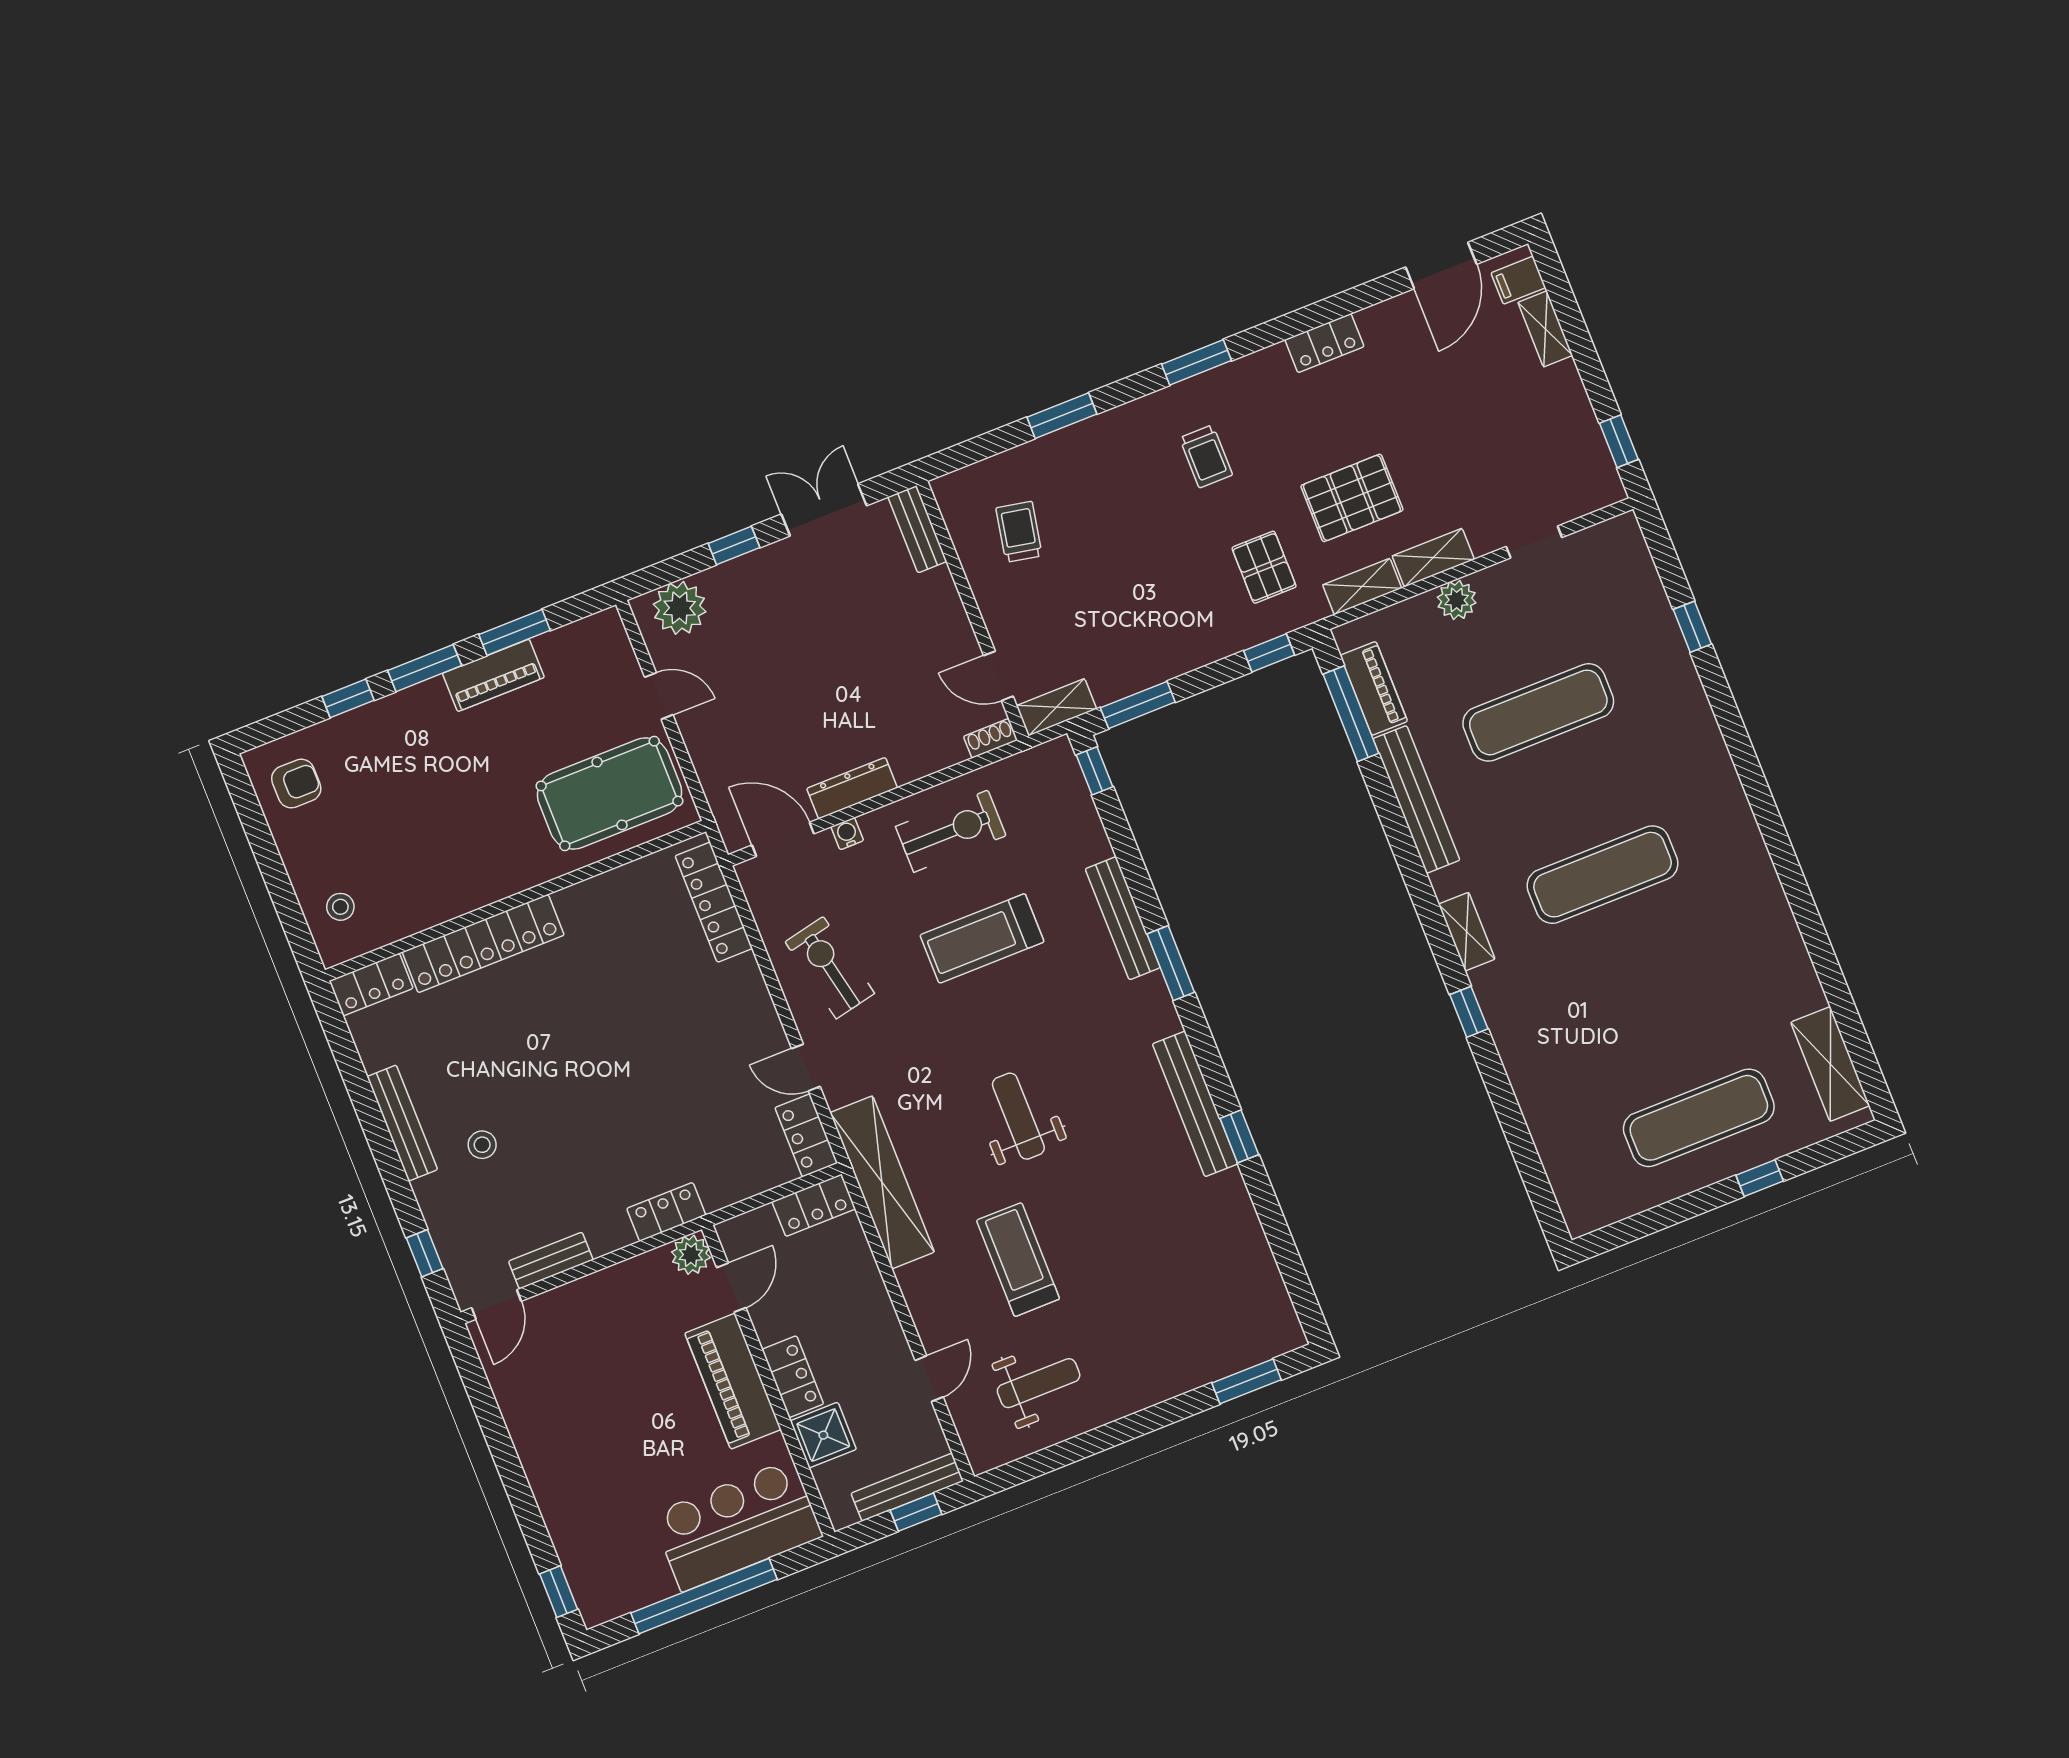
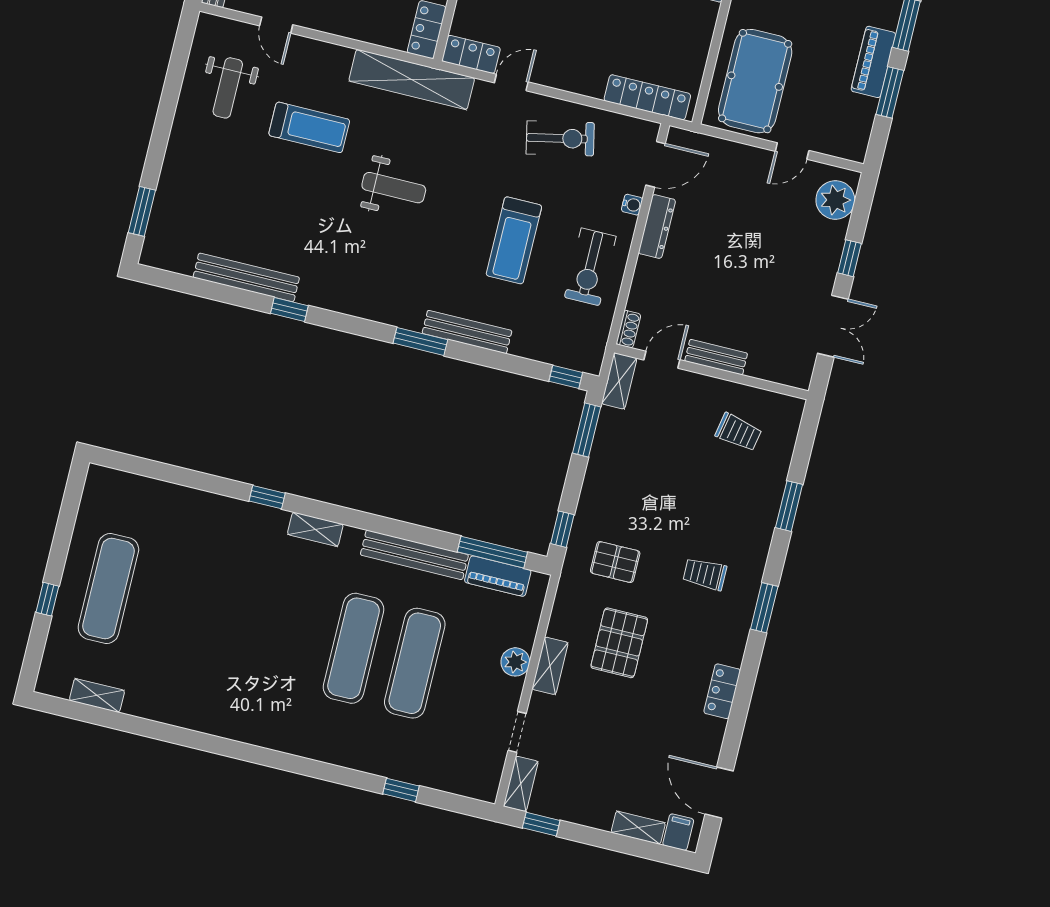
bench: (917, 529) -> (716, 357), moved
shelving: (1362, 587) -> (521, 784), moved
exercise mat: (1603, 875) -> (354, 648), moved
treadmill: (982, 938) -> (514, 240), turned 180
shelving: (1830, 1064) -> (97, 695), width x0.67, depth x0.75
bench: (1195, 1104) -> (246, 277), moved

